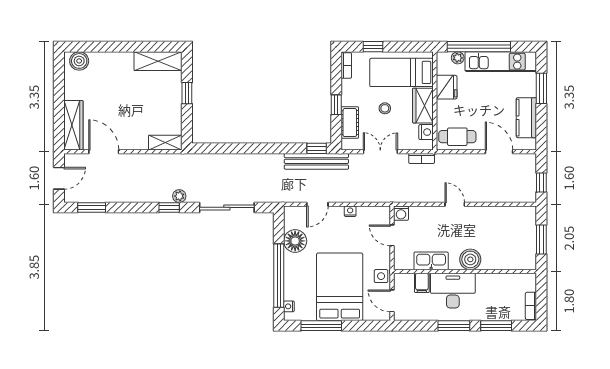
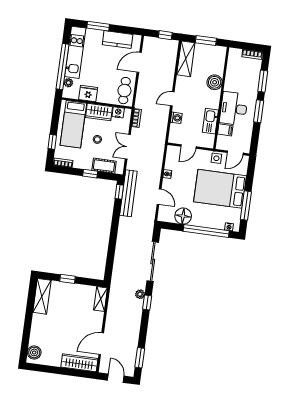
washing machine: (401, 213) -> (176, 118), moved
shelving: (512, 215) -> (186, 59), added
boiler: (470, 259) -> (215, 82), moved

